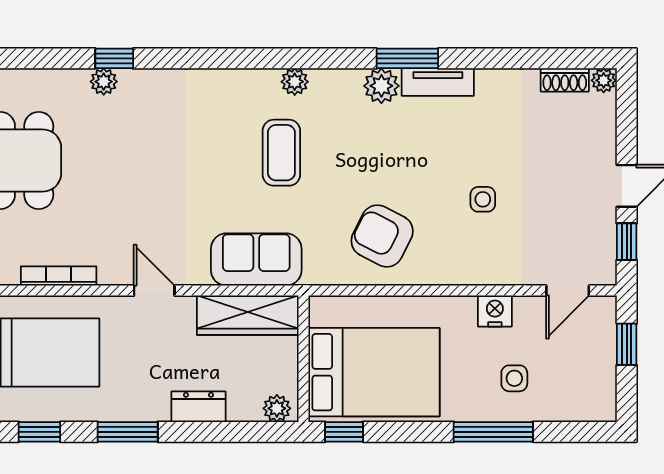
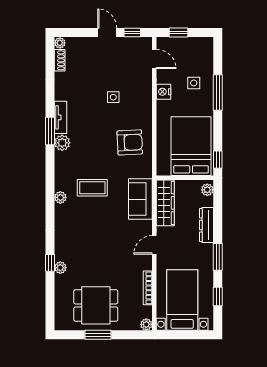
plant: (295, 82) -> (60, 197), moved
armchair: (382, 236) -> (130, 142), turned -120
dresser: (198, 407) -> (207, 225), width x1.44

